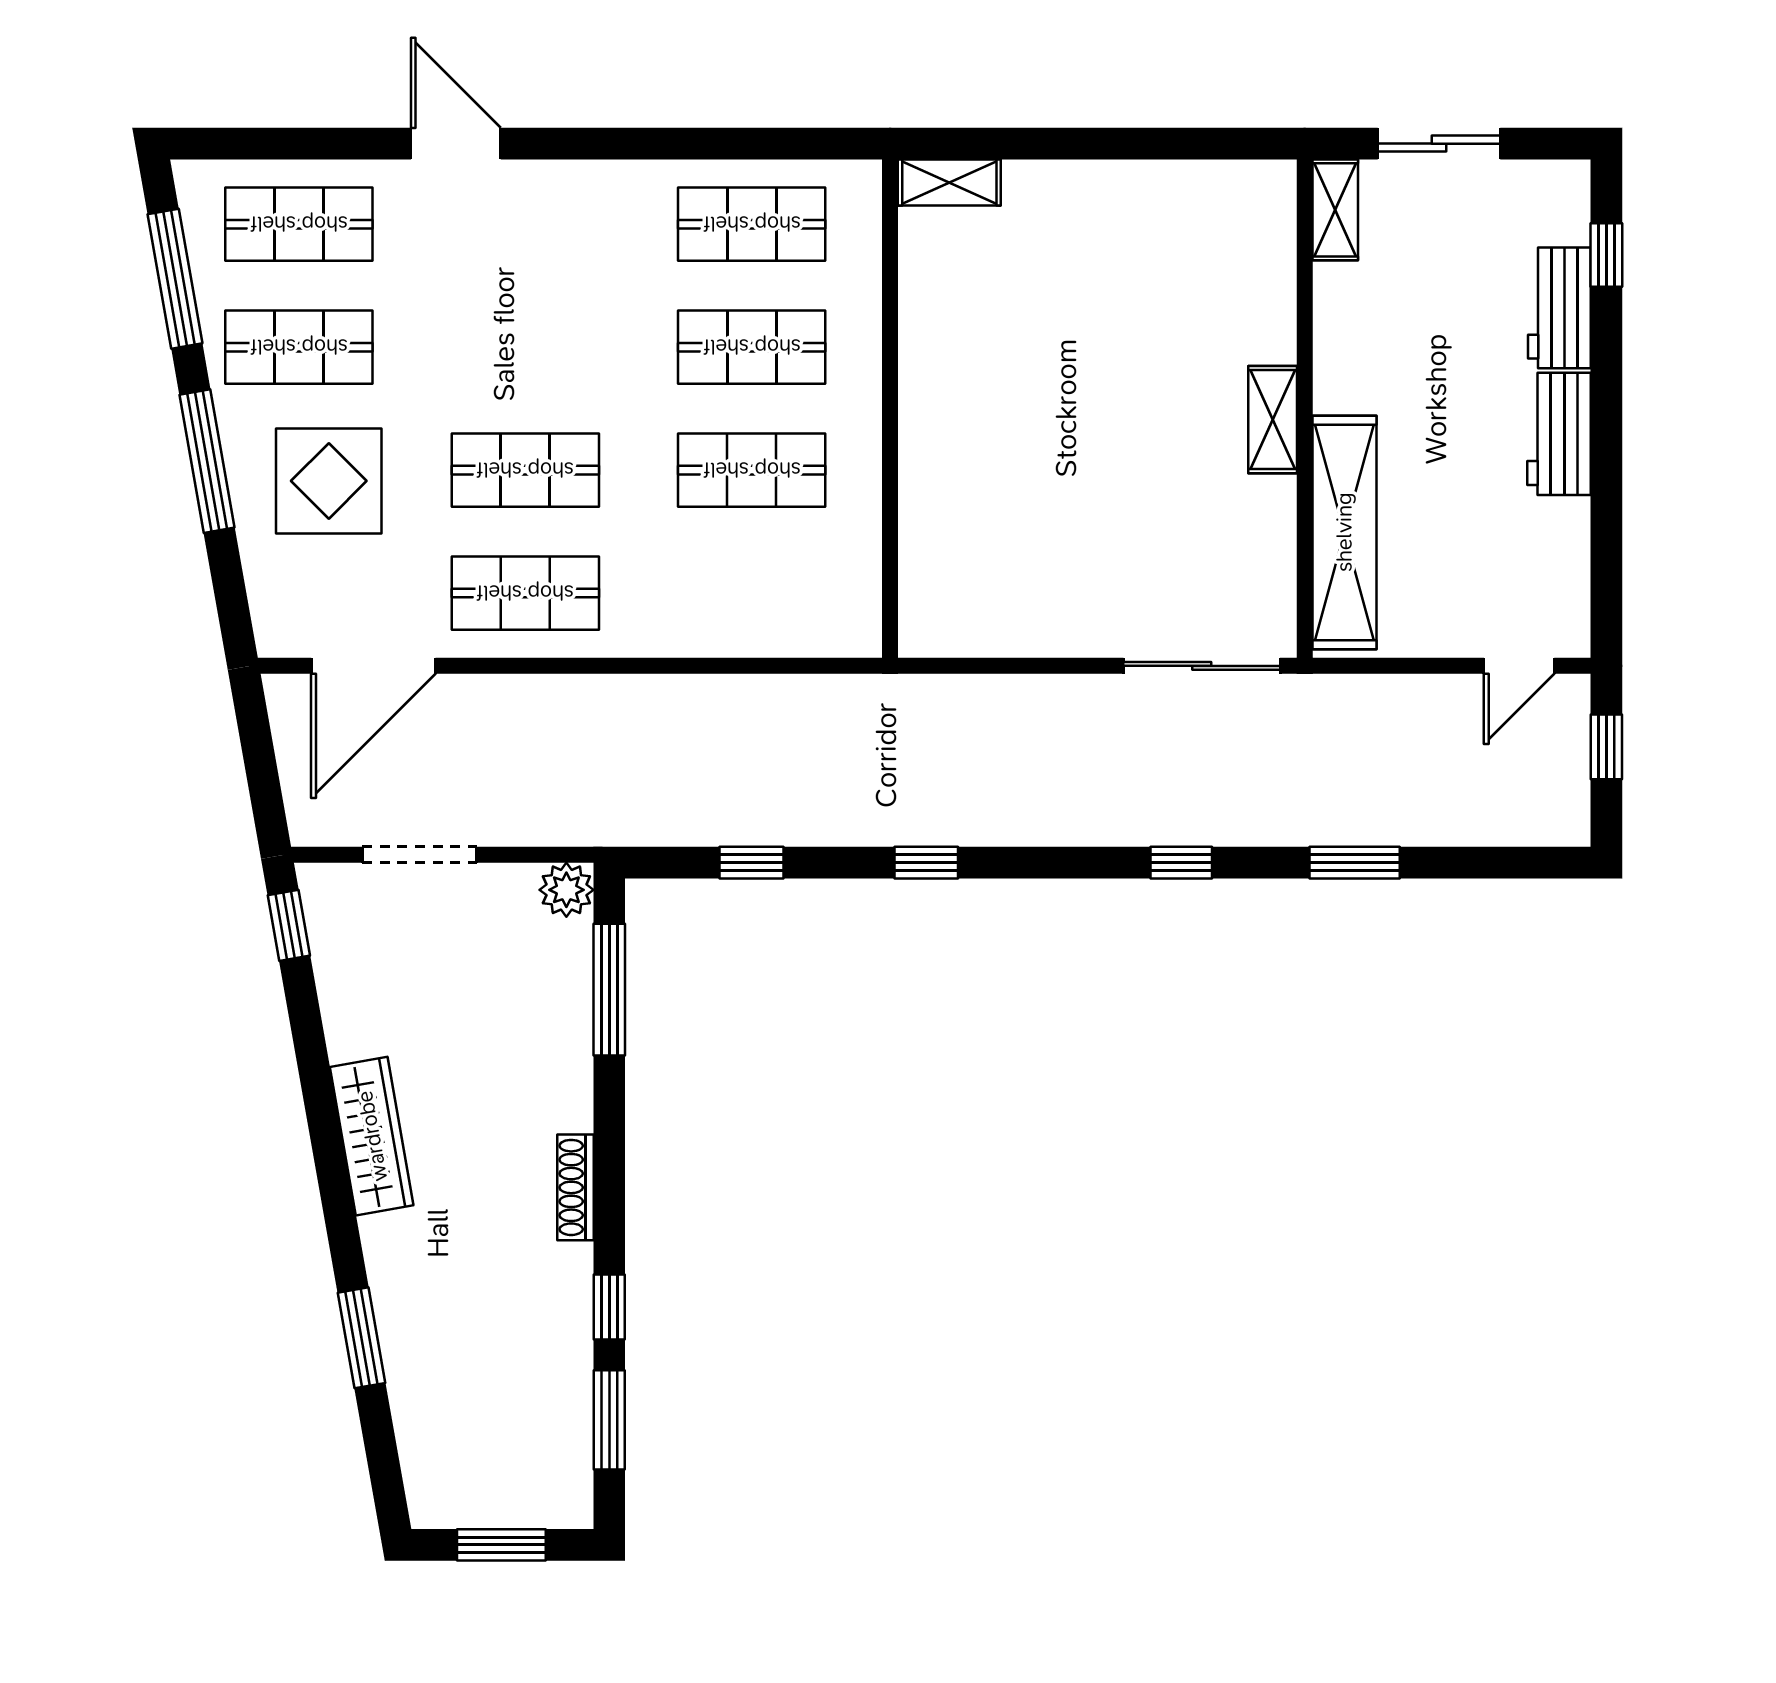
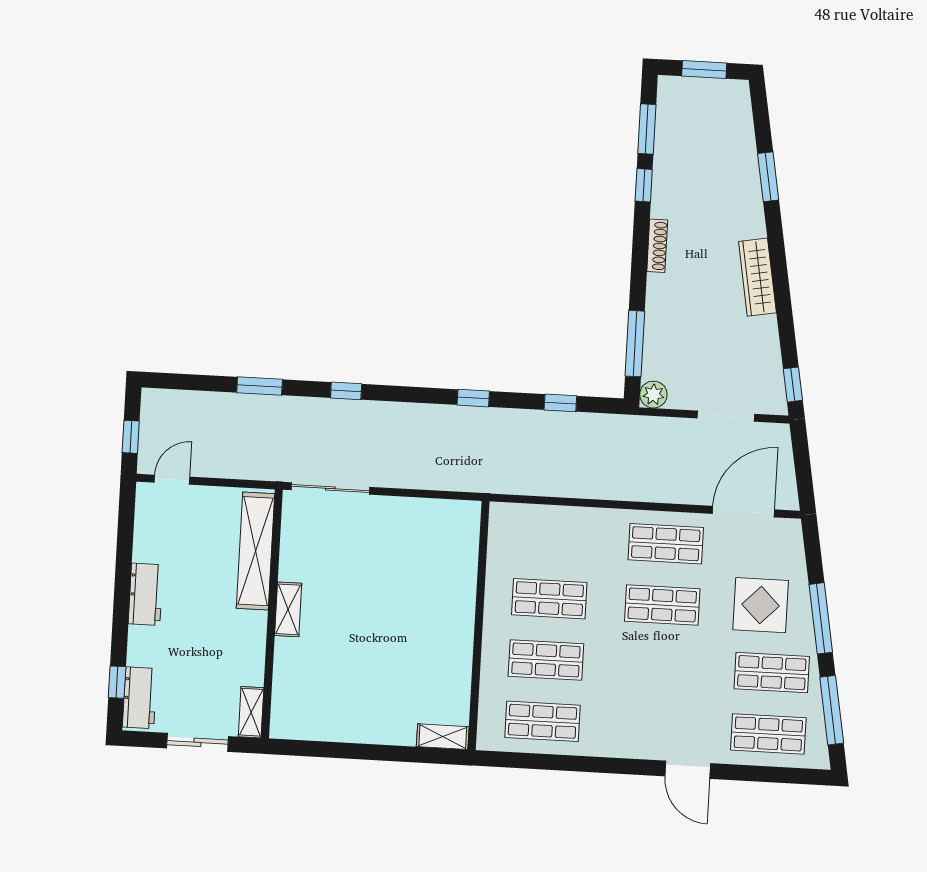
workbench: (1559, 308) -> (140, 698), moved

